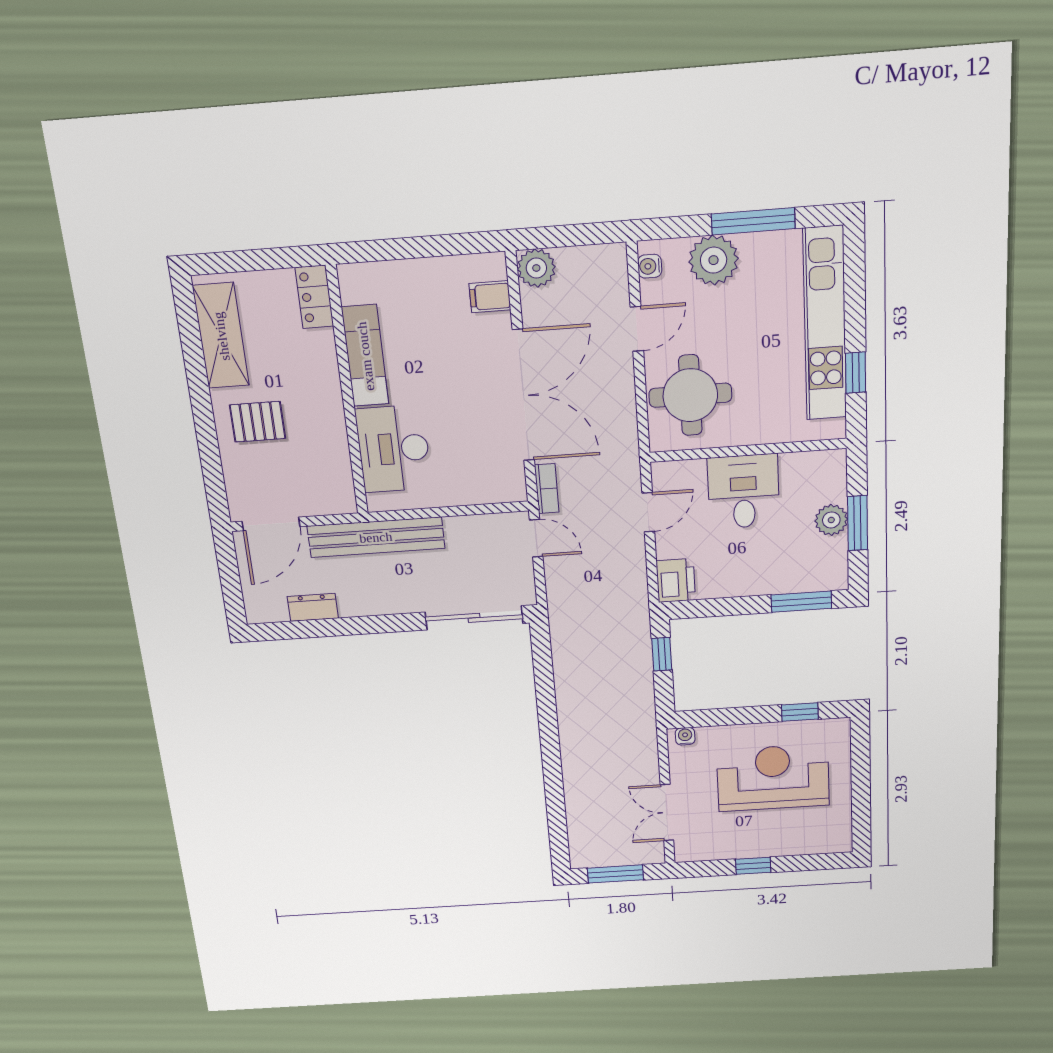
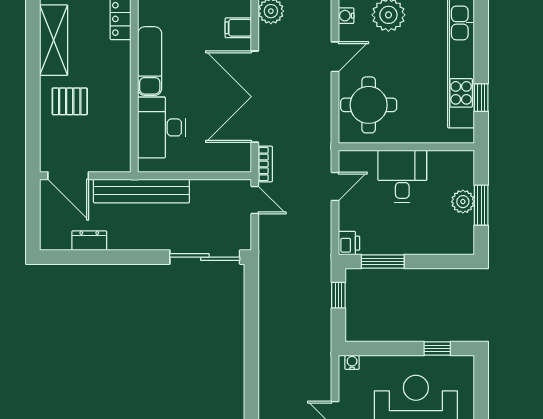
double door: (523, 396) -> (255, 97), swing flipped
door: (271, 524) -> (68, 176), hinge flipped
printer: (676, 580) -> (349, 243), width x0.73, depth x0.81
window: (801, 602) -> (383, 262), moved

